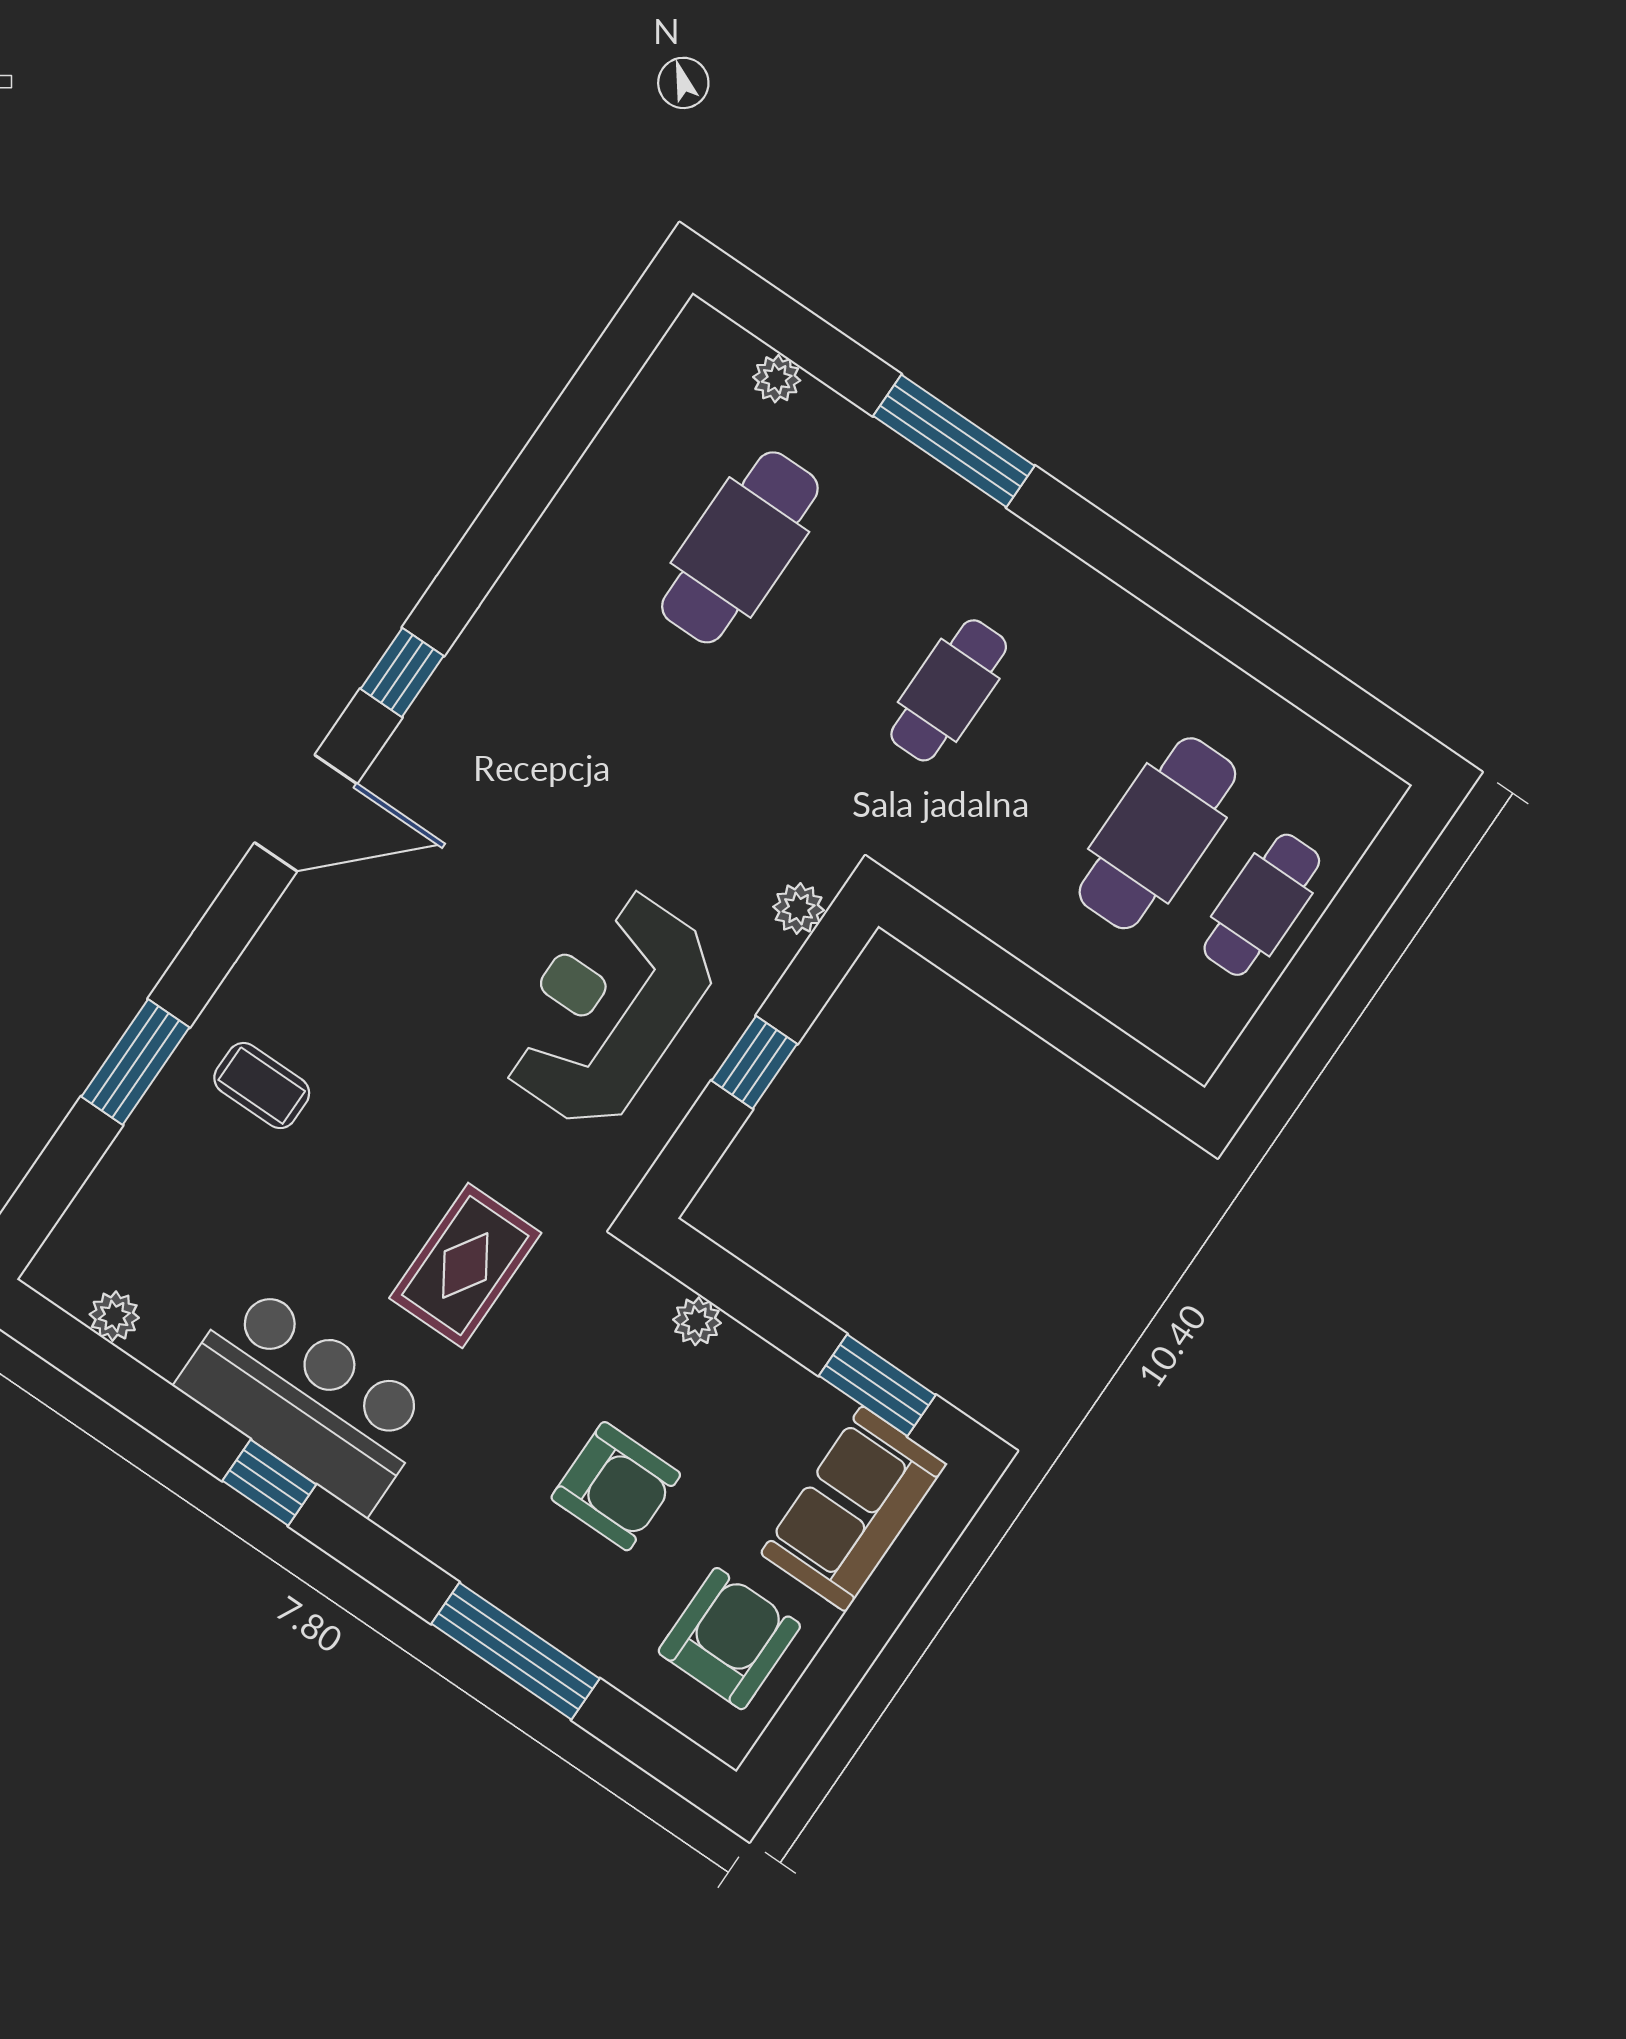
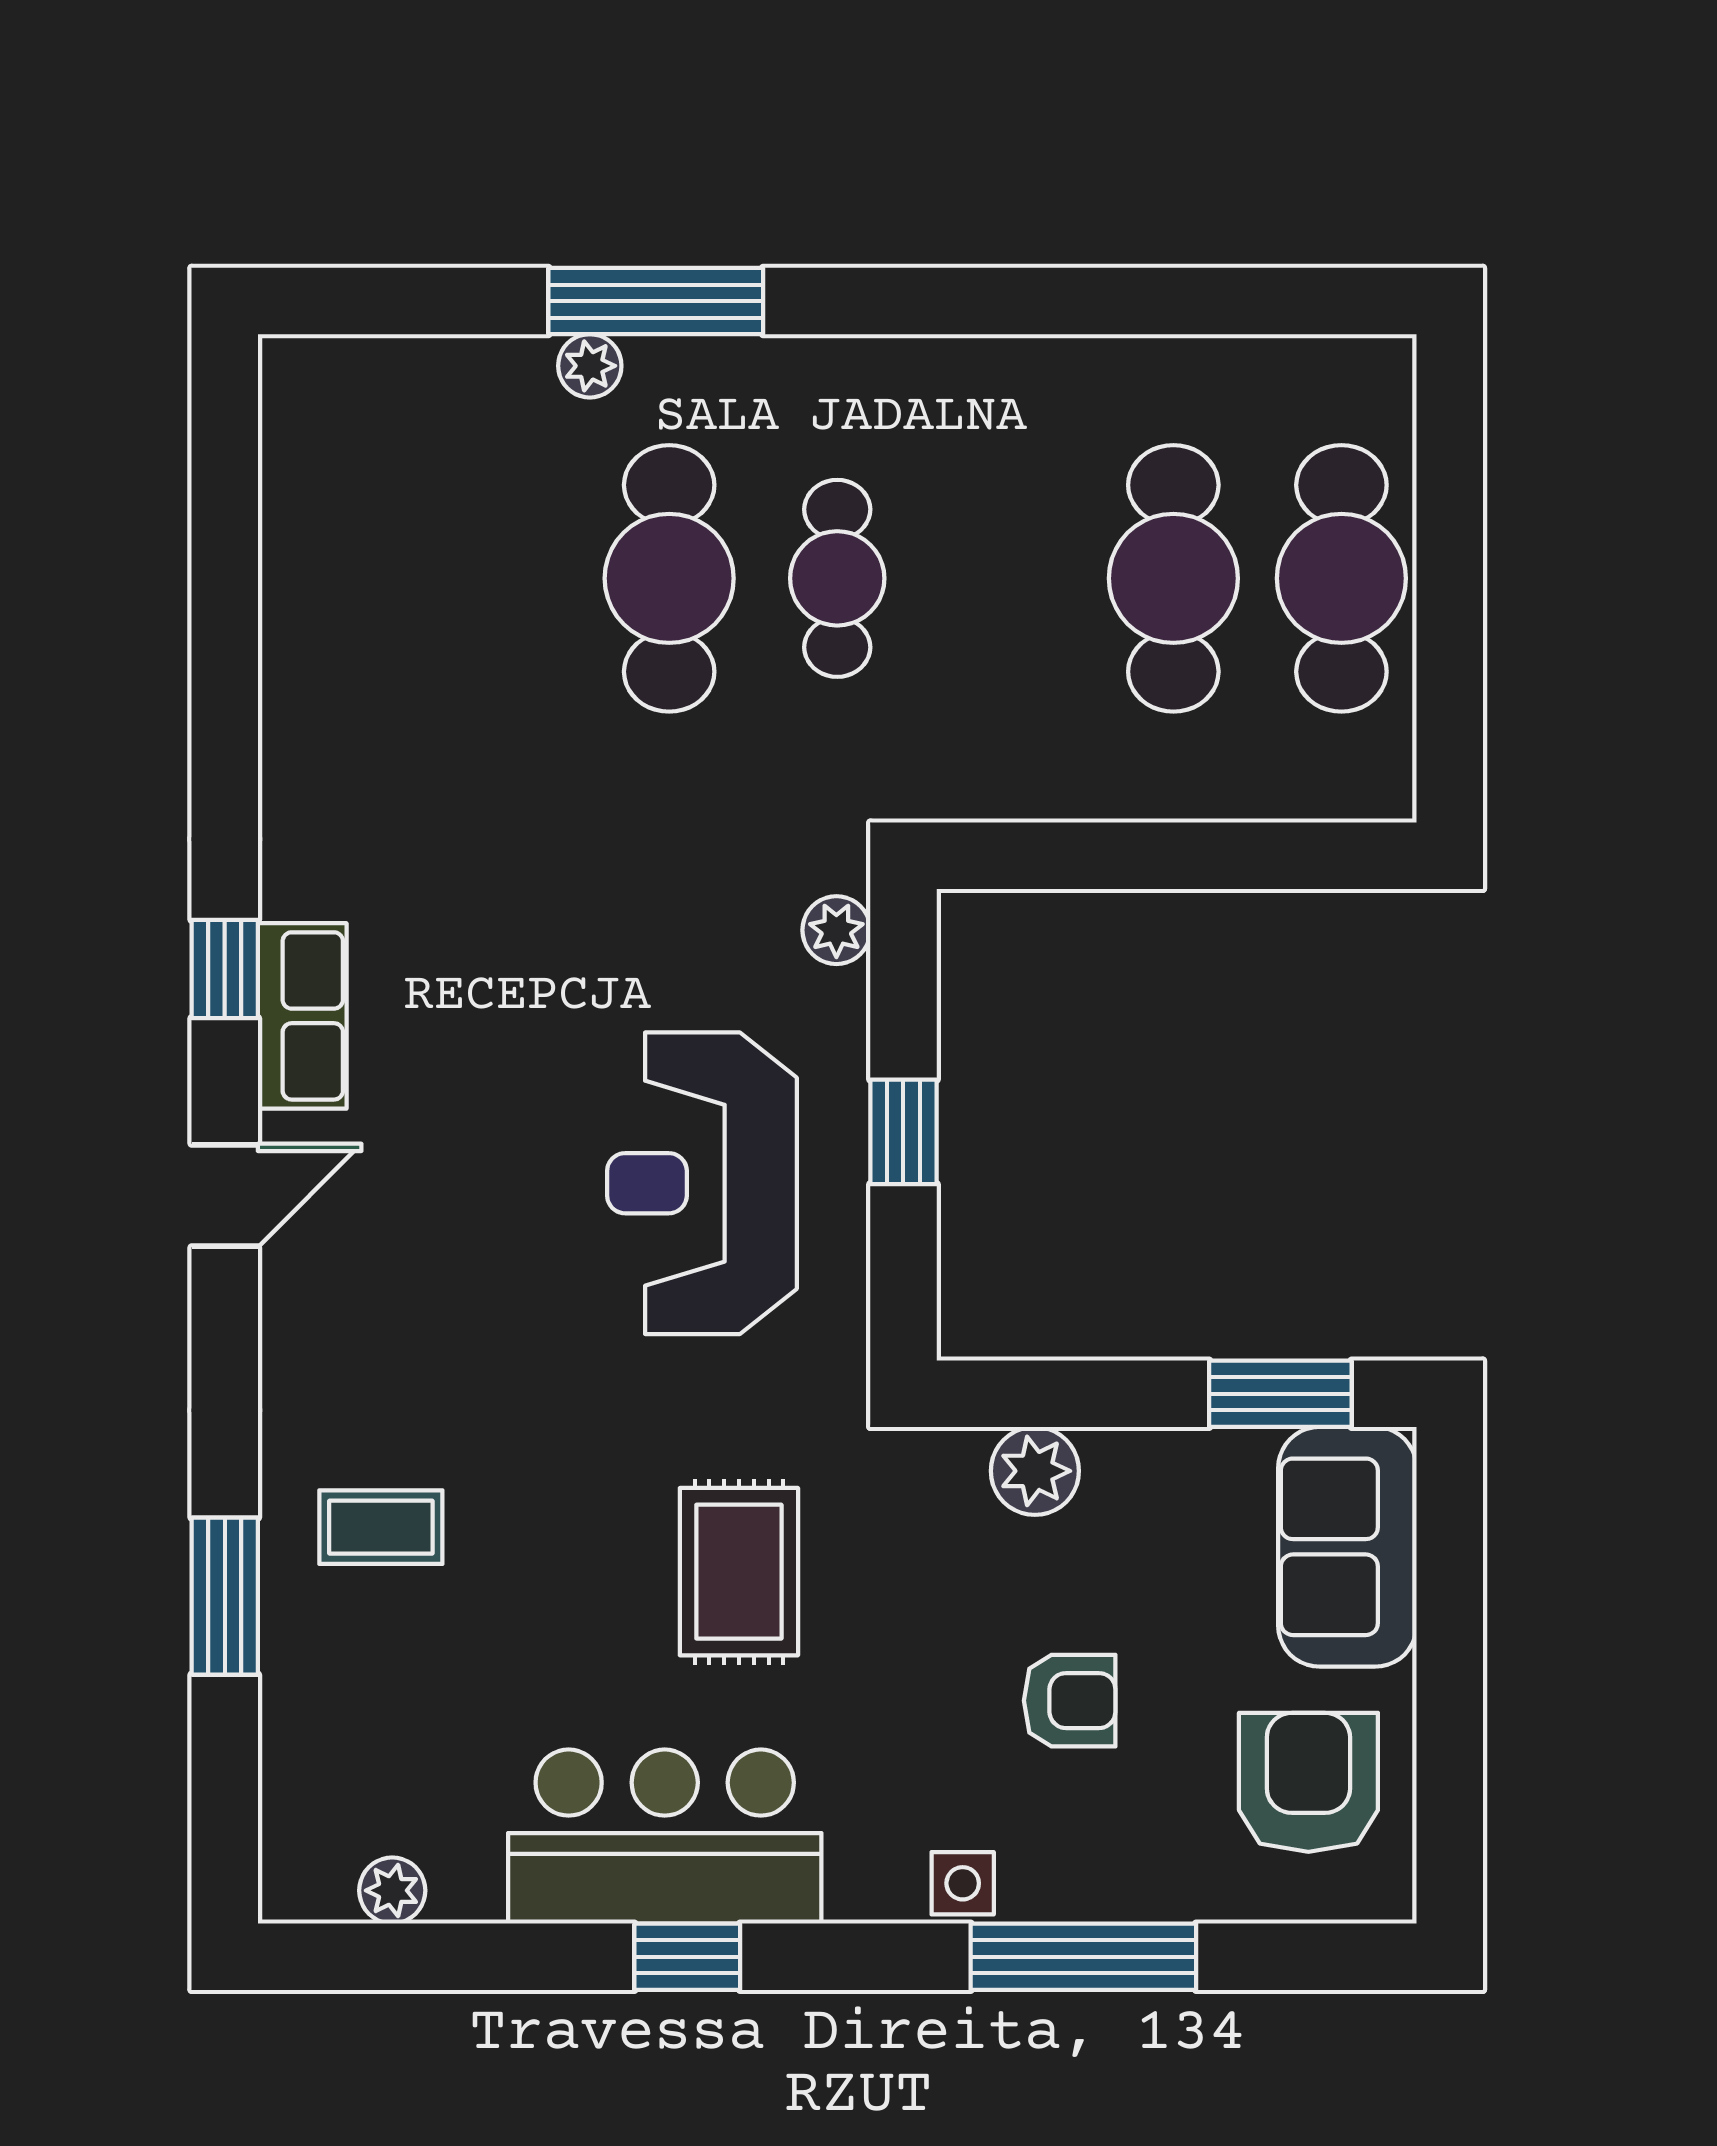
plant: (777, 379) -> (590, 366), moved
cafe table: (740, 547) -> (669, 578), moved
row of seats: (430, 735) -> (302, 1016), added
door: (306, 813) -> (225, 1195), width x0.73
cafe table: (1262, 905) -> (1341, 578), width x1.37, depth x1.35
plant: (697, 1321) -> (1035, 1471), width x1.38, depth x1.38
armchair: (616, 1486) -> (1070, 1701), width x0.72, depth x0.72
side table: (472, 1554) -> (963, 1883), added

